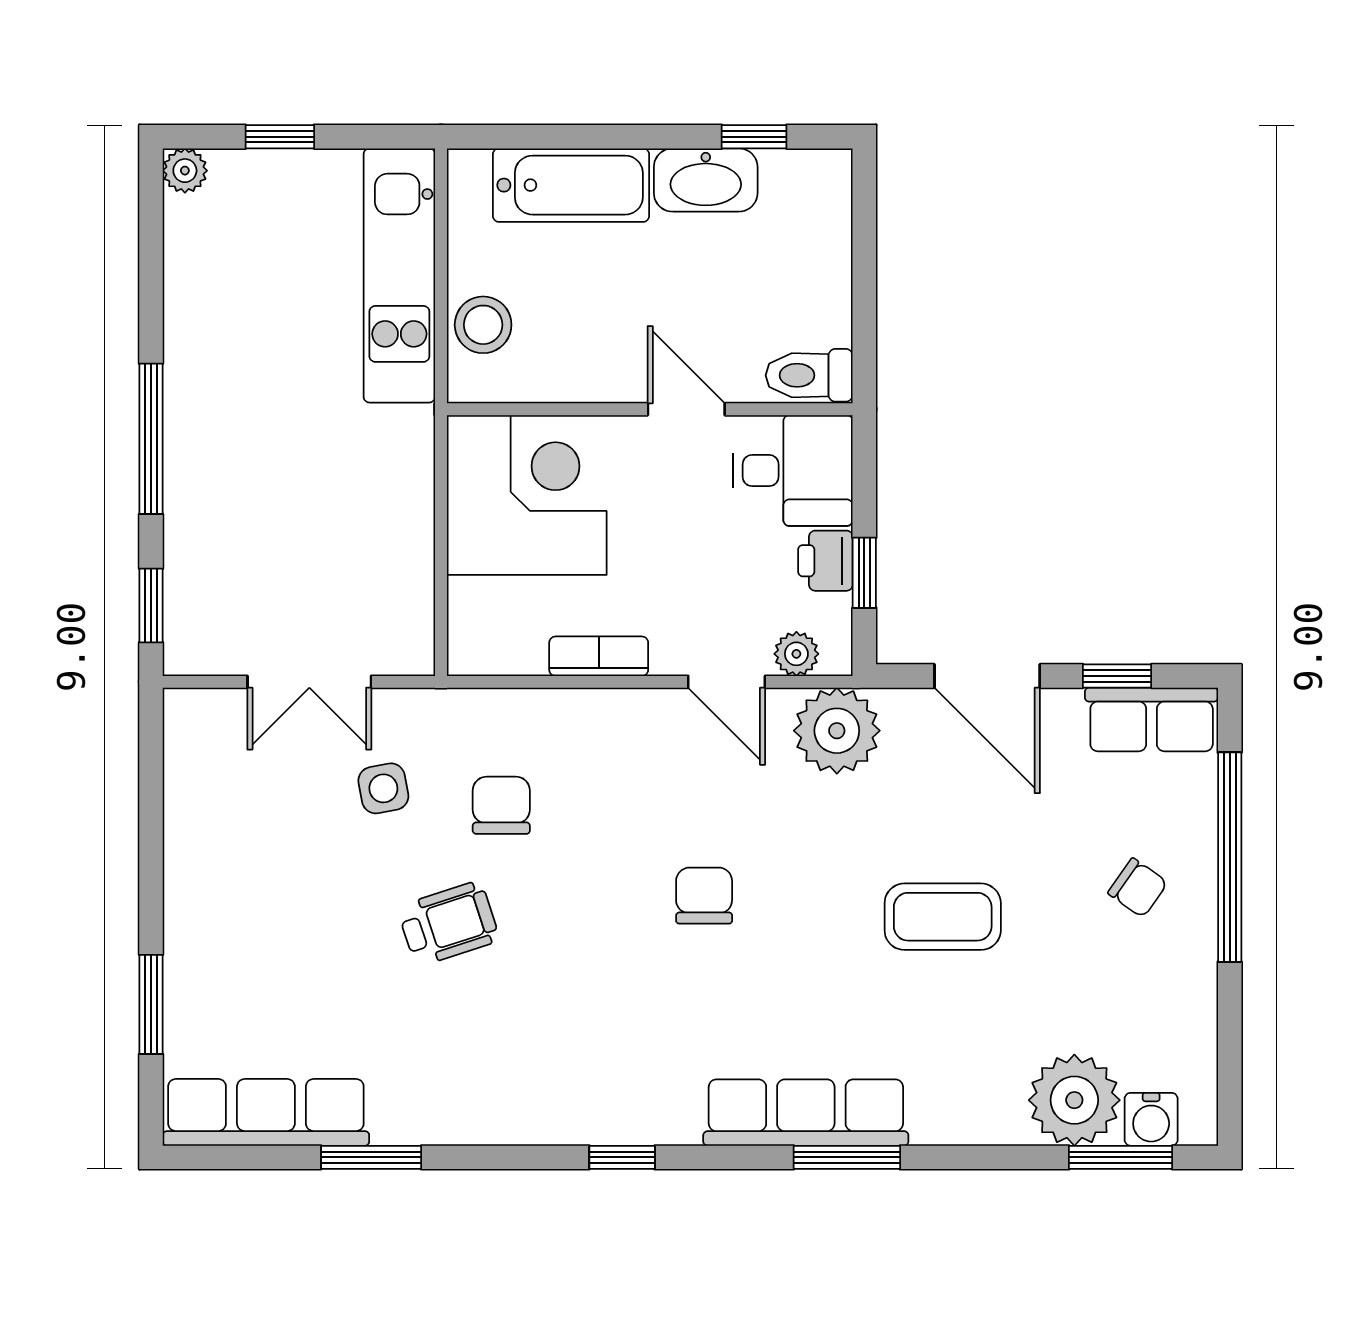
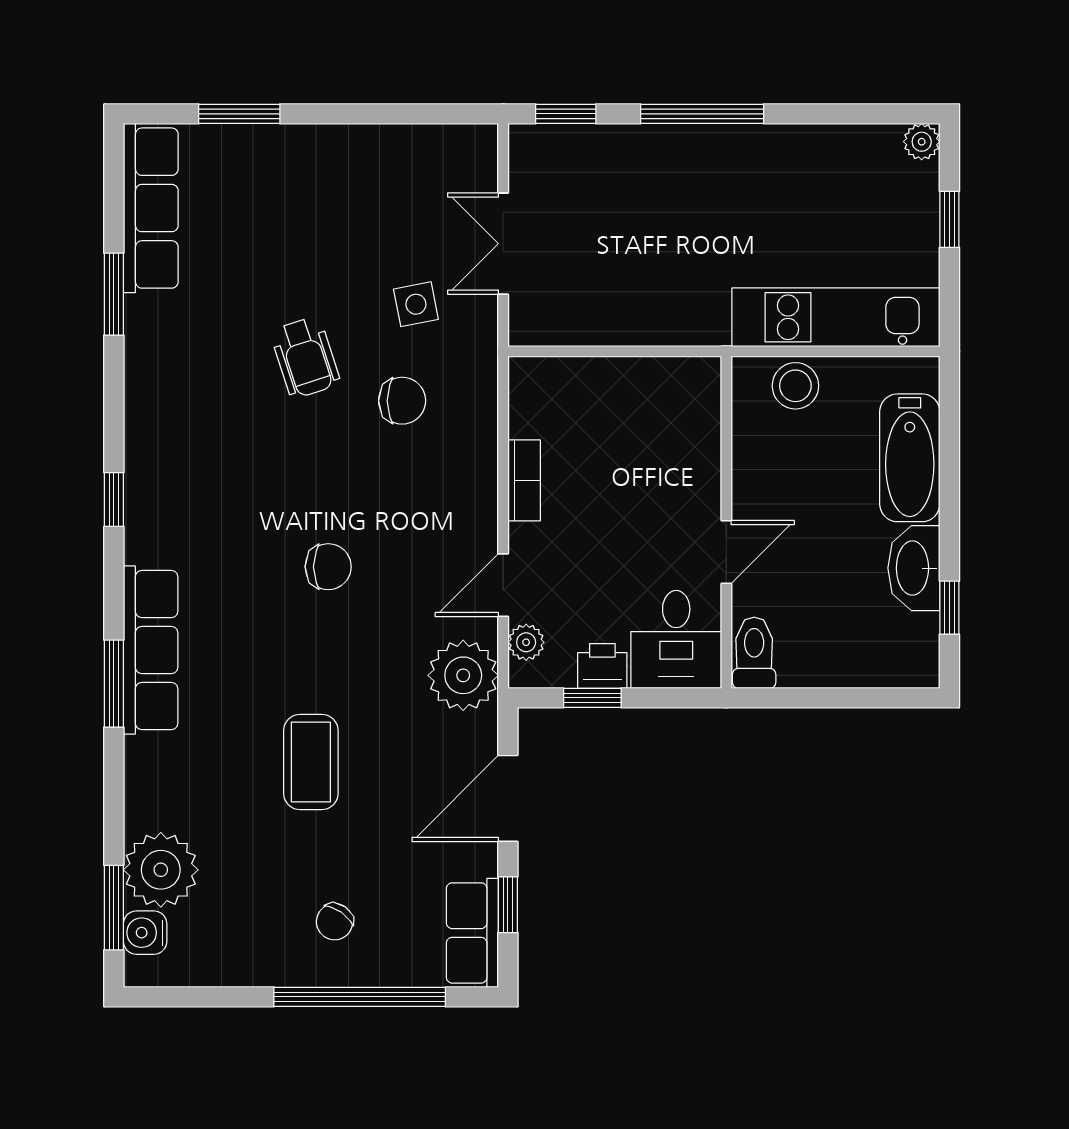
corner desk: (527, 495) -> (656, 422), removed

